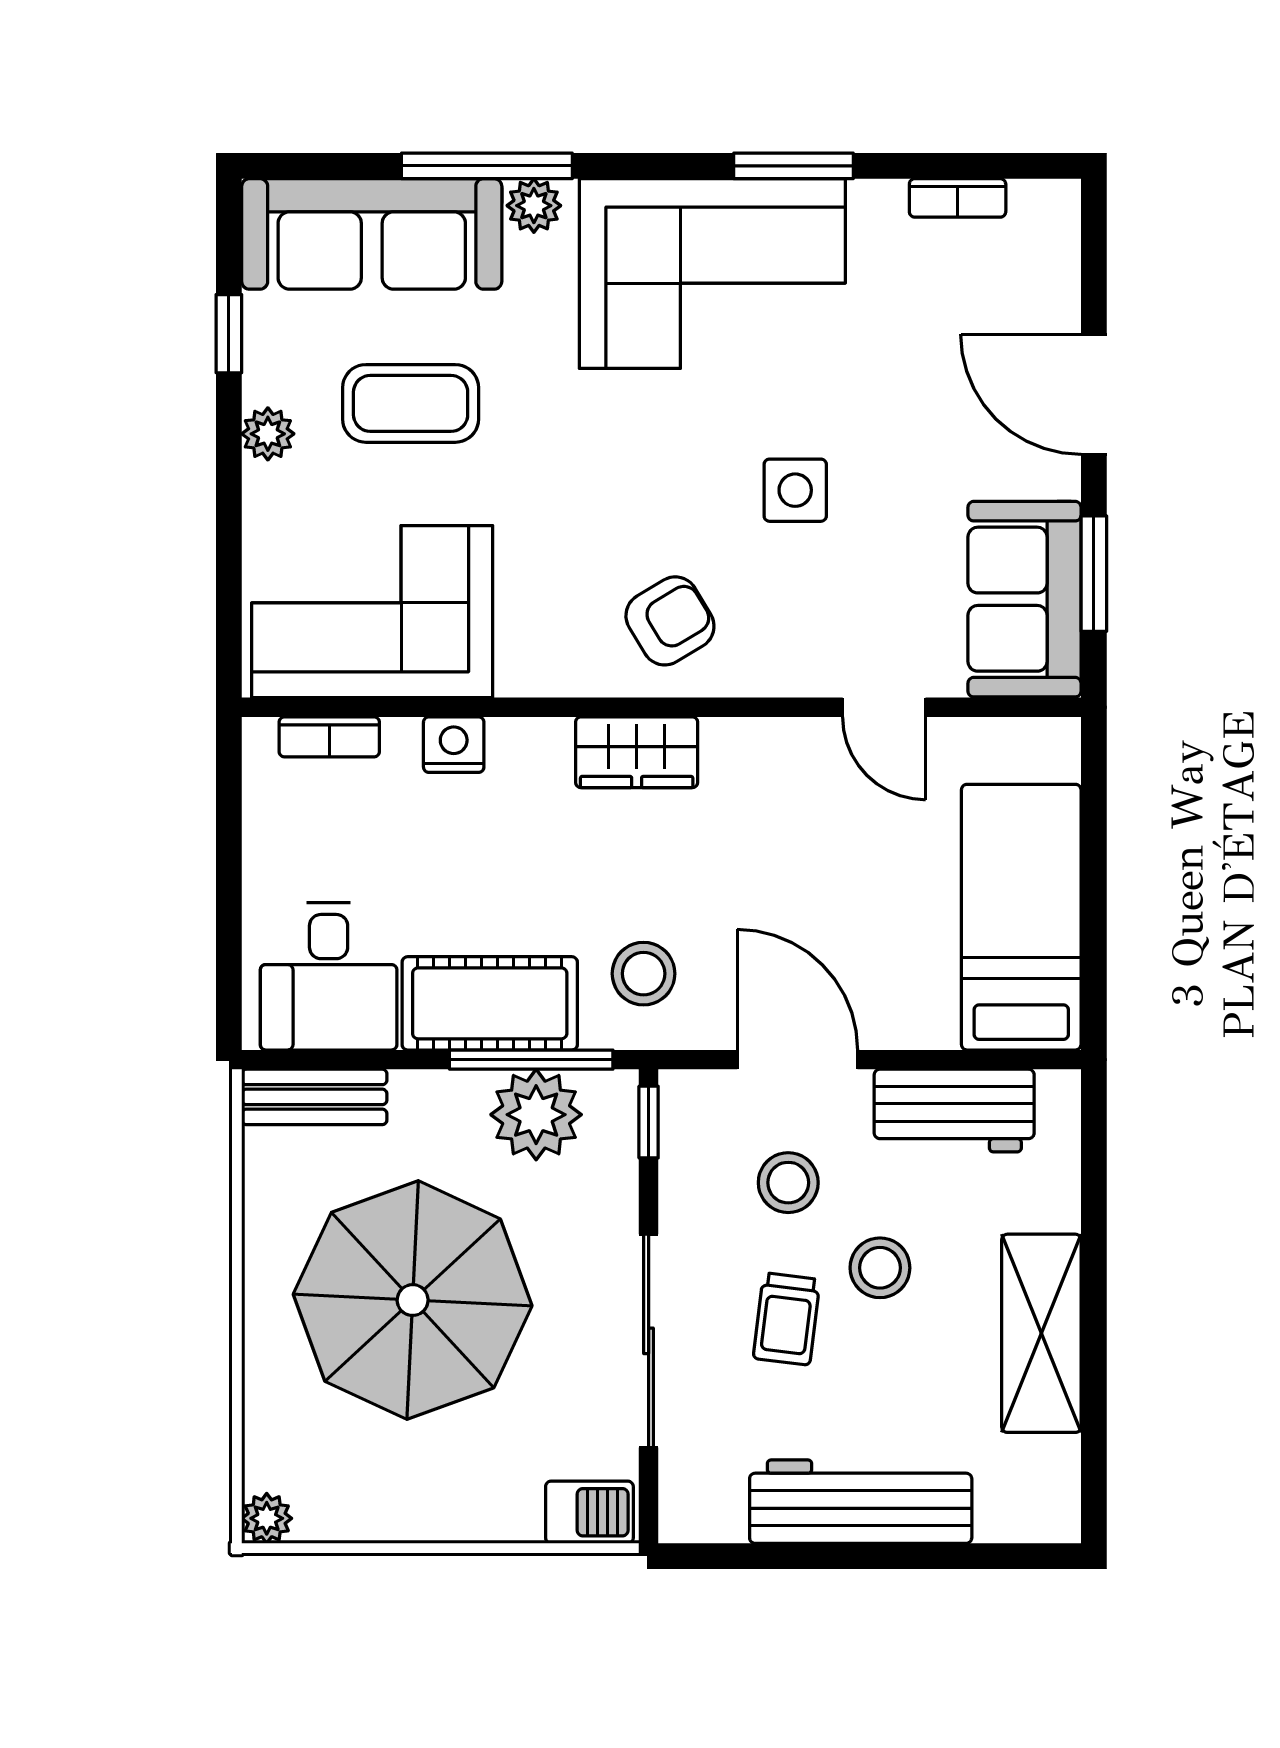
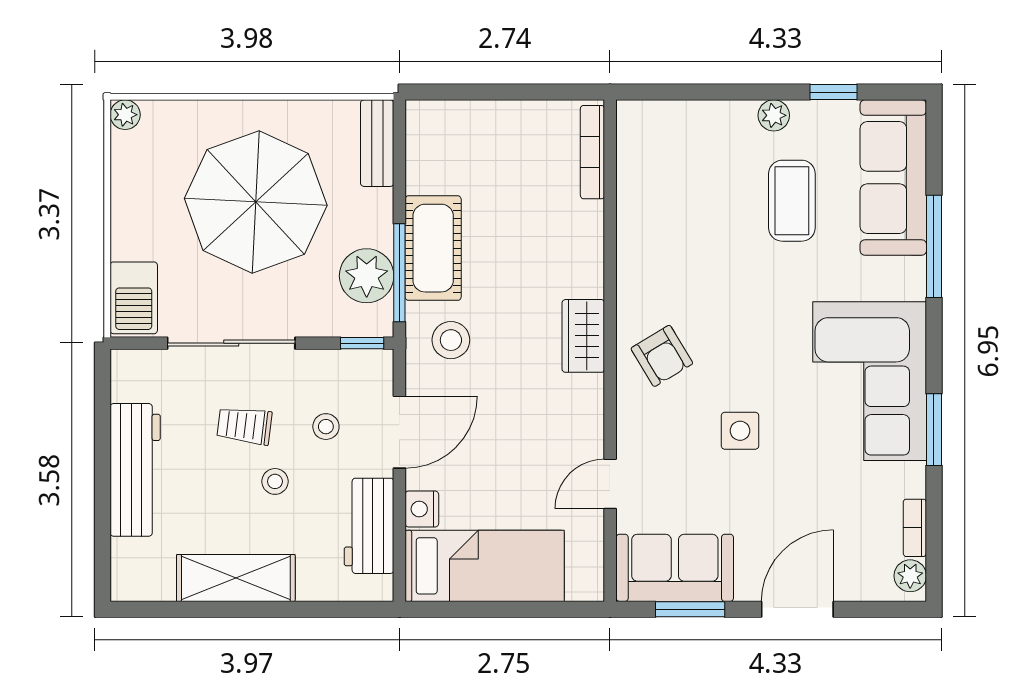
plant: (534, 206) -> (910, 576), moved
corner sofa: (372, 612) -> (667, 178), removed
bookcase: (329, 737) -> (592, 152), width x1.56
nightstand: (454, 745) -> (422, 509), moved, turned 180
desk: (329, 976) -> (449, 152), removed
stool: (788, 1183) -> (326, 427), width x0.73, depth x0.73
stool: (880, 1268) -> (275, 481), width x0.73, depth x0.73
barbecue: (589, 1512) -> (134, 298), width x1.38, depth x1.27

